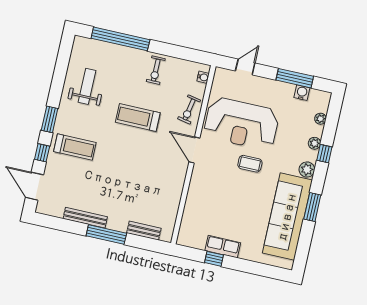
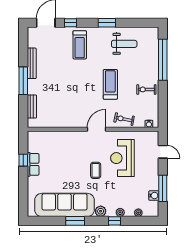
window: (50, 119) -> (107, 23), moved
reception desk: (241, 124) -> (122, 158), width x0.74, depth x0.77

